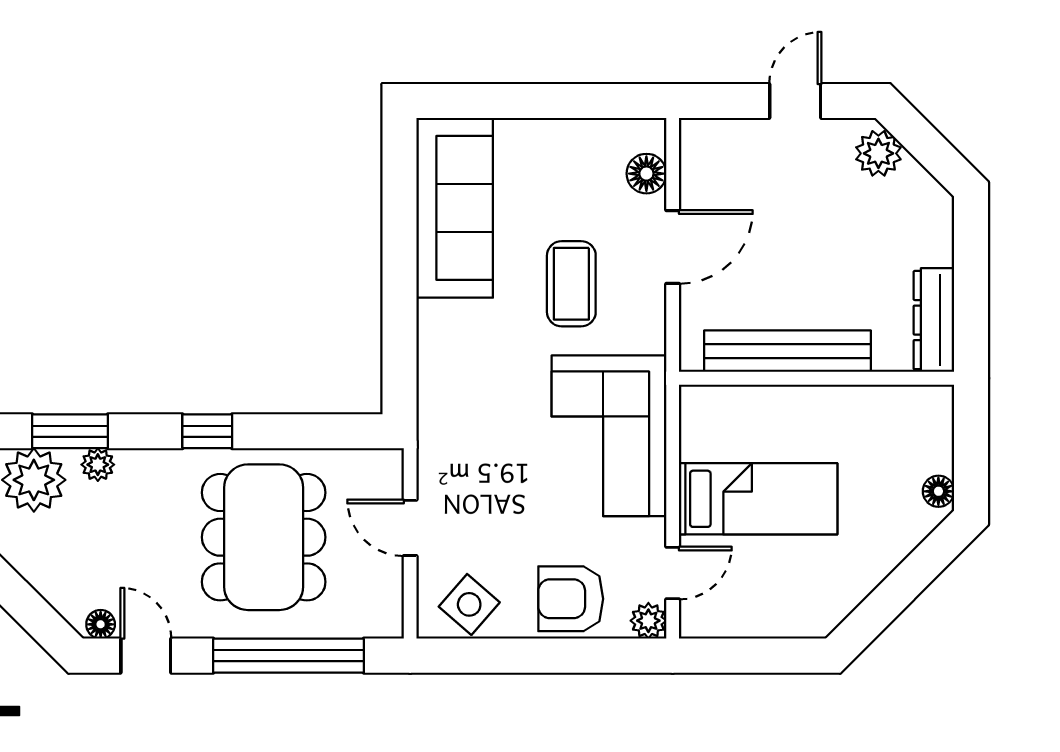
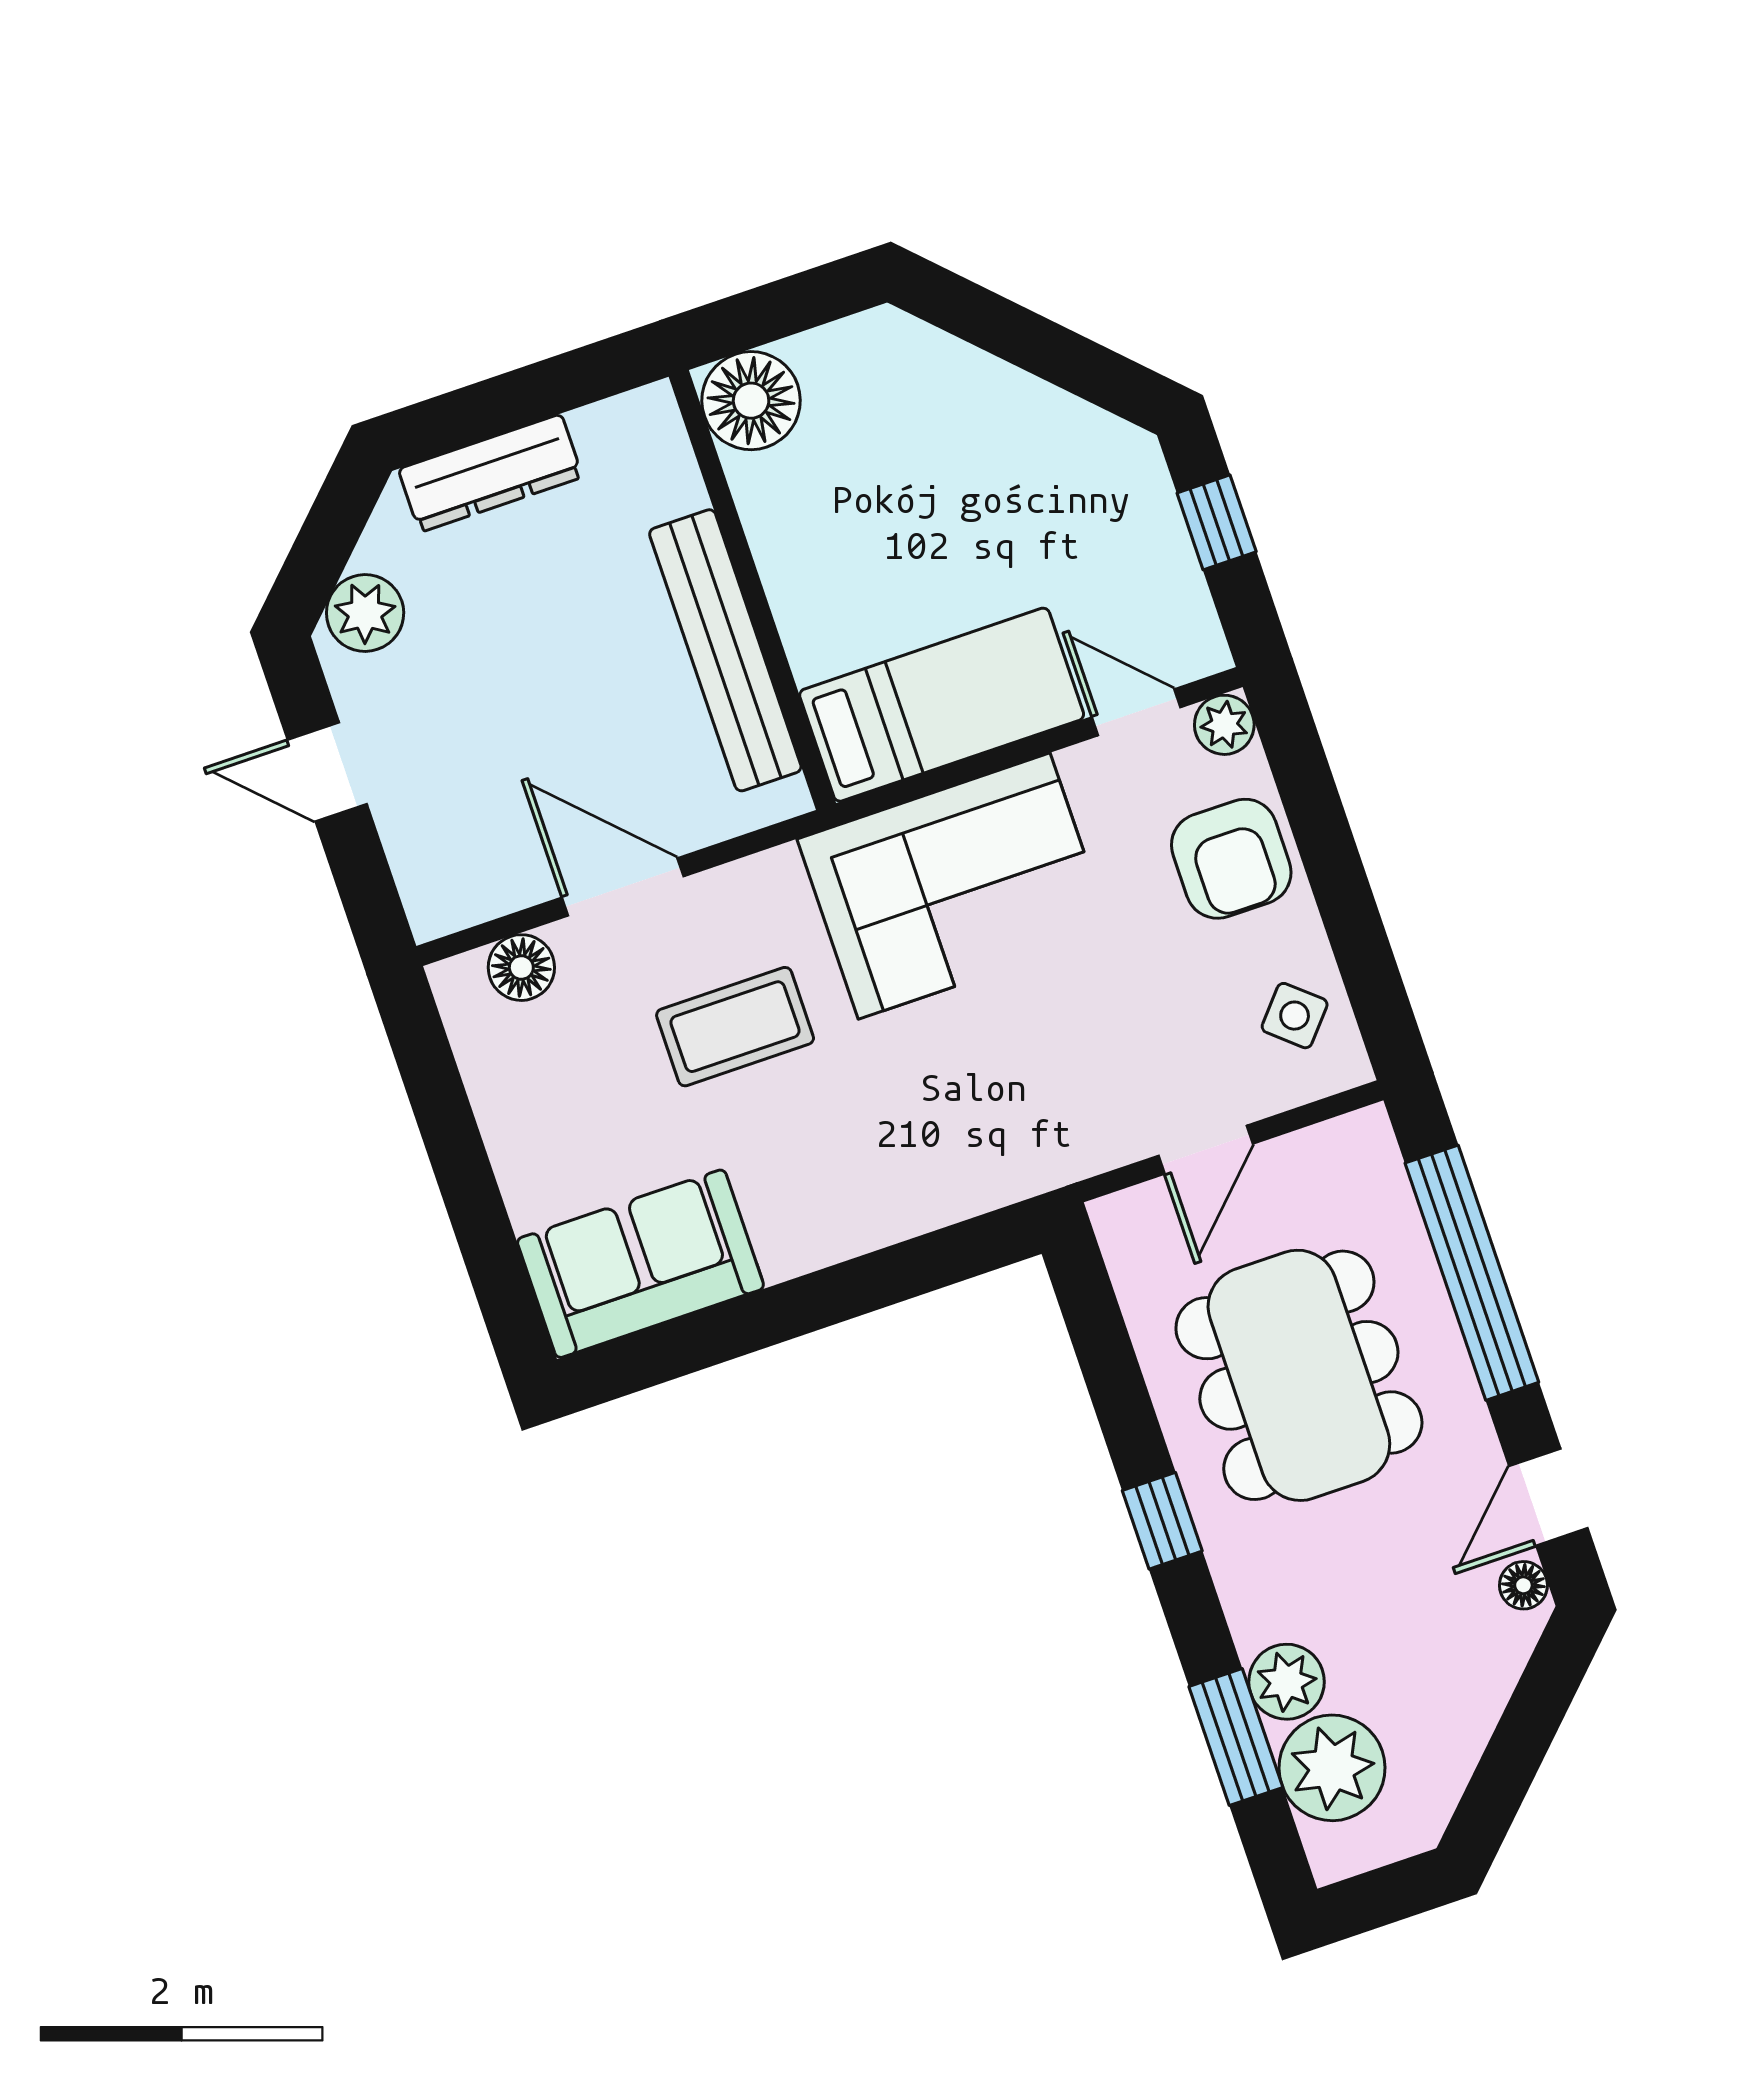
sofa: (455, 208) -> (640, 1264), width x0.73
dresser: (934, 320) -> (490, 473), moved
plant: (98, 465) -> (1287, 1682), width x1.38, depth x1.38
floor lamp: (938, 491) -> (751, 401), moved, width x1.89, depth x1.89
bed: (758, 499) -> (942, 705), moved, turned 90
dining table: (264, 537) -> (1299, 1375), turned 90
side table: (469, 604) -> (1295, 1016), width x0.73, depth x0.73
window: (765, 656) -> (1217, 522), added

